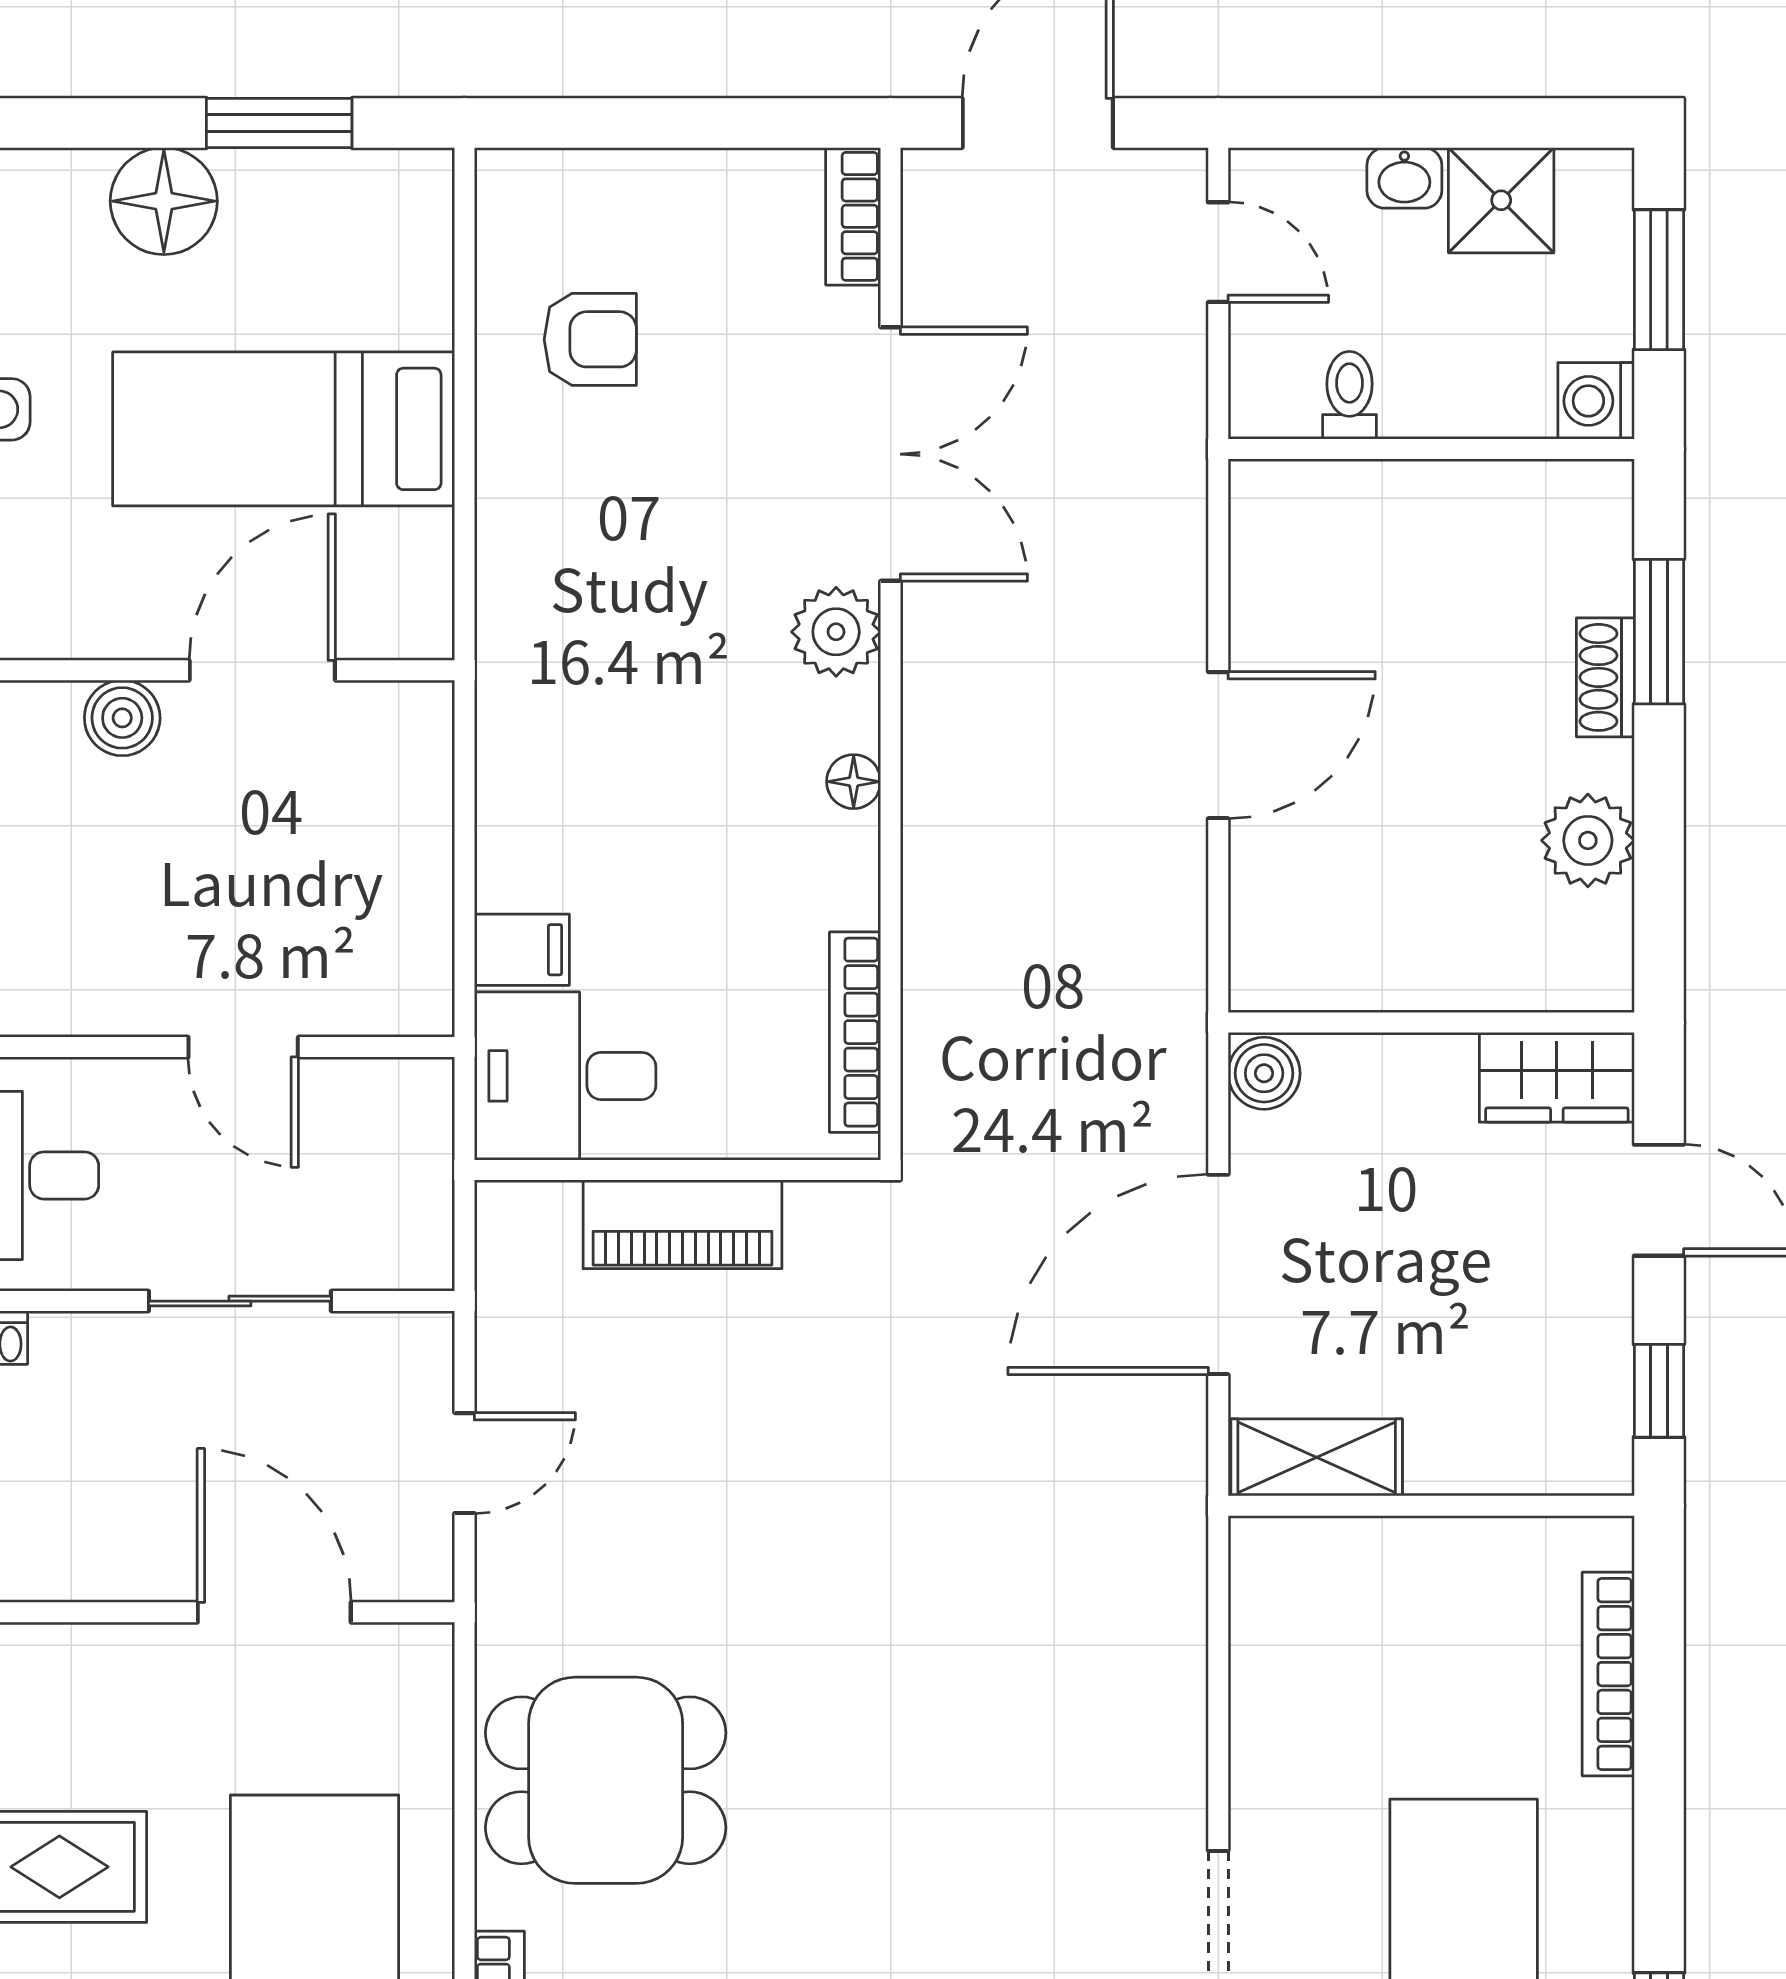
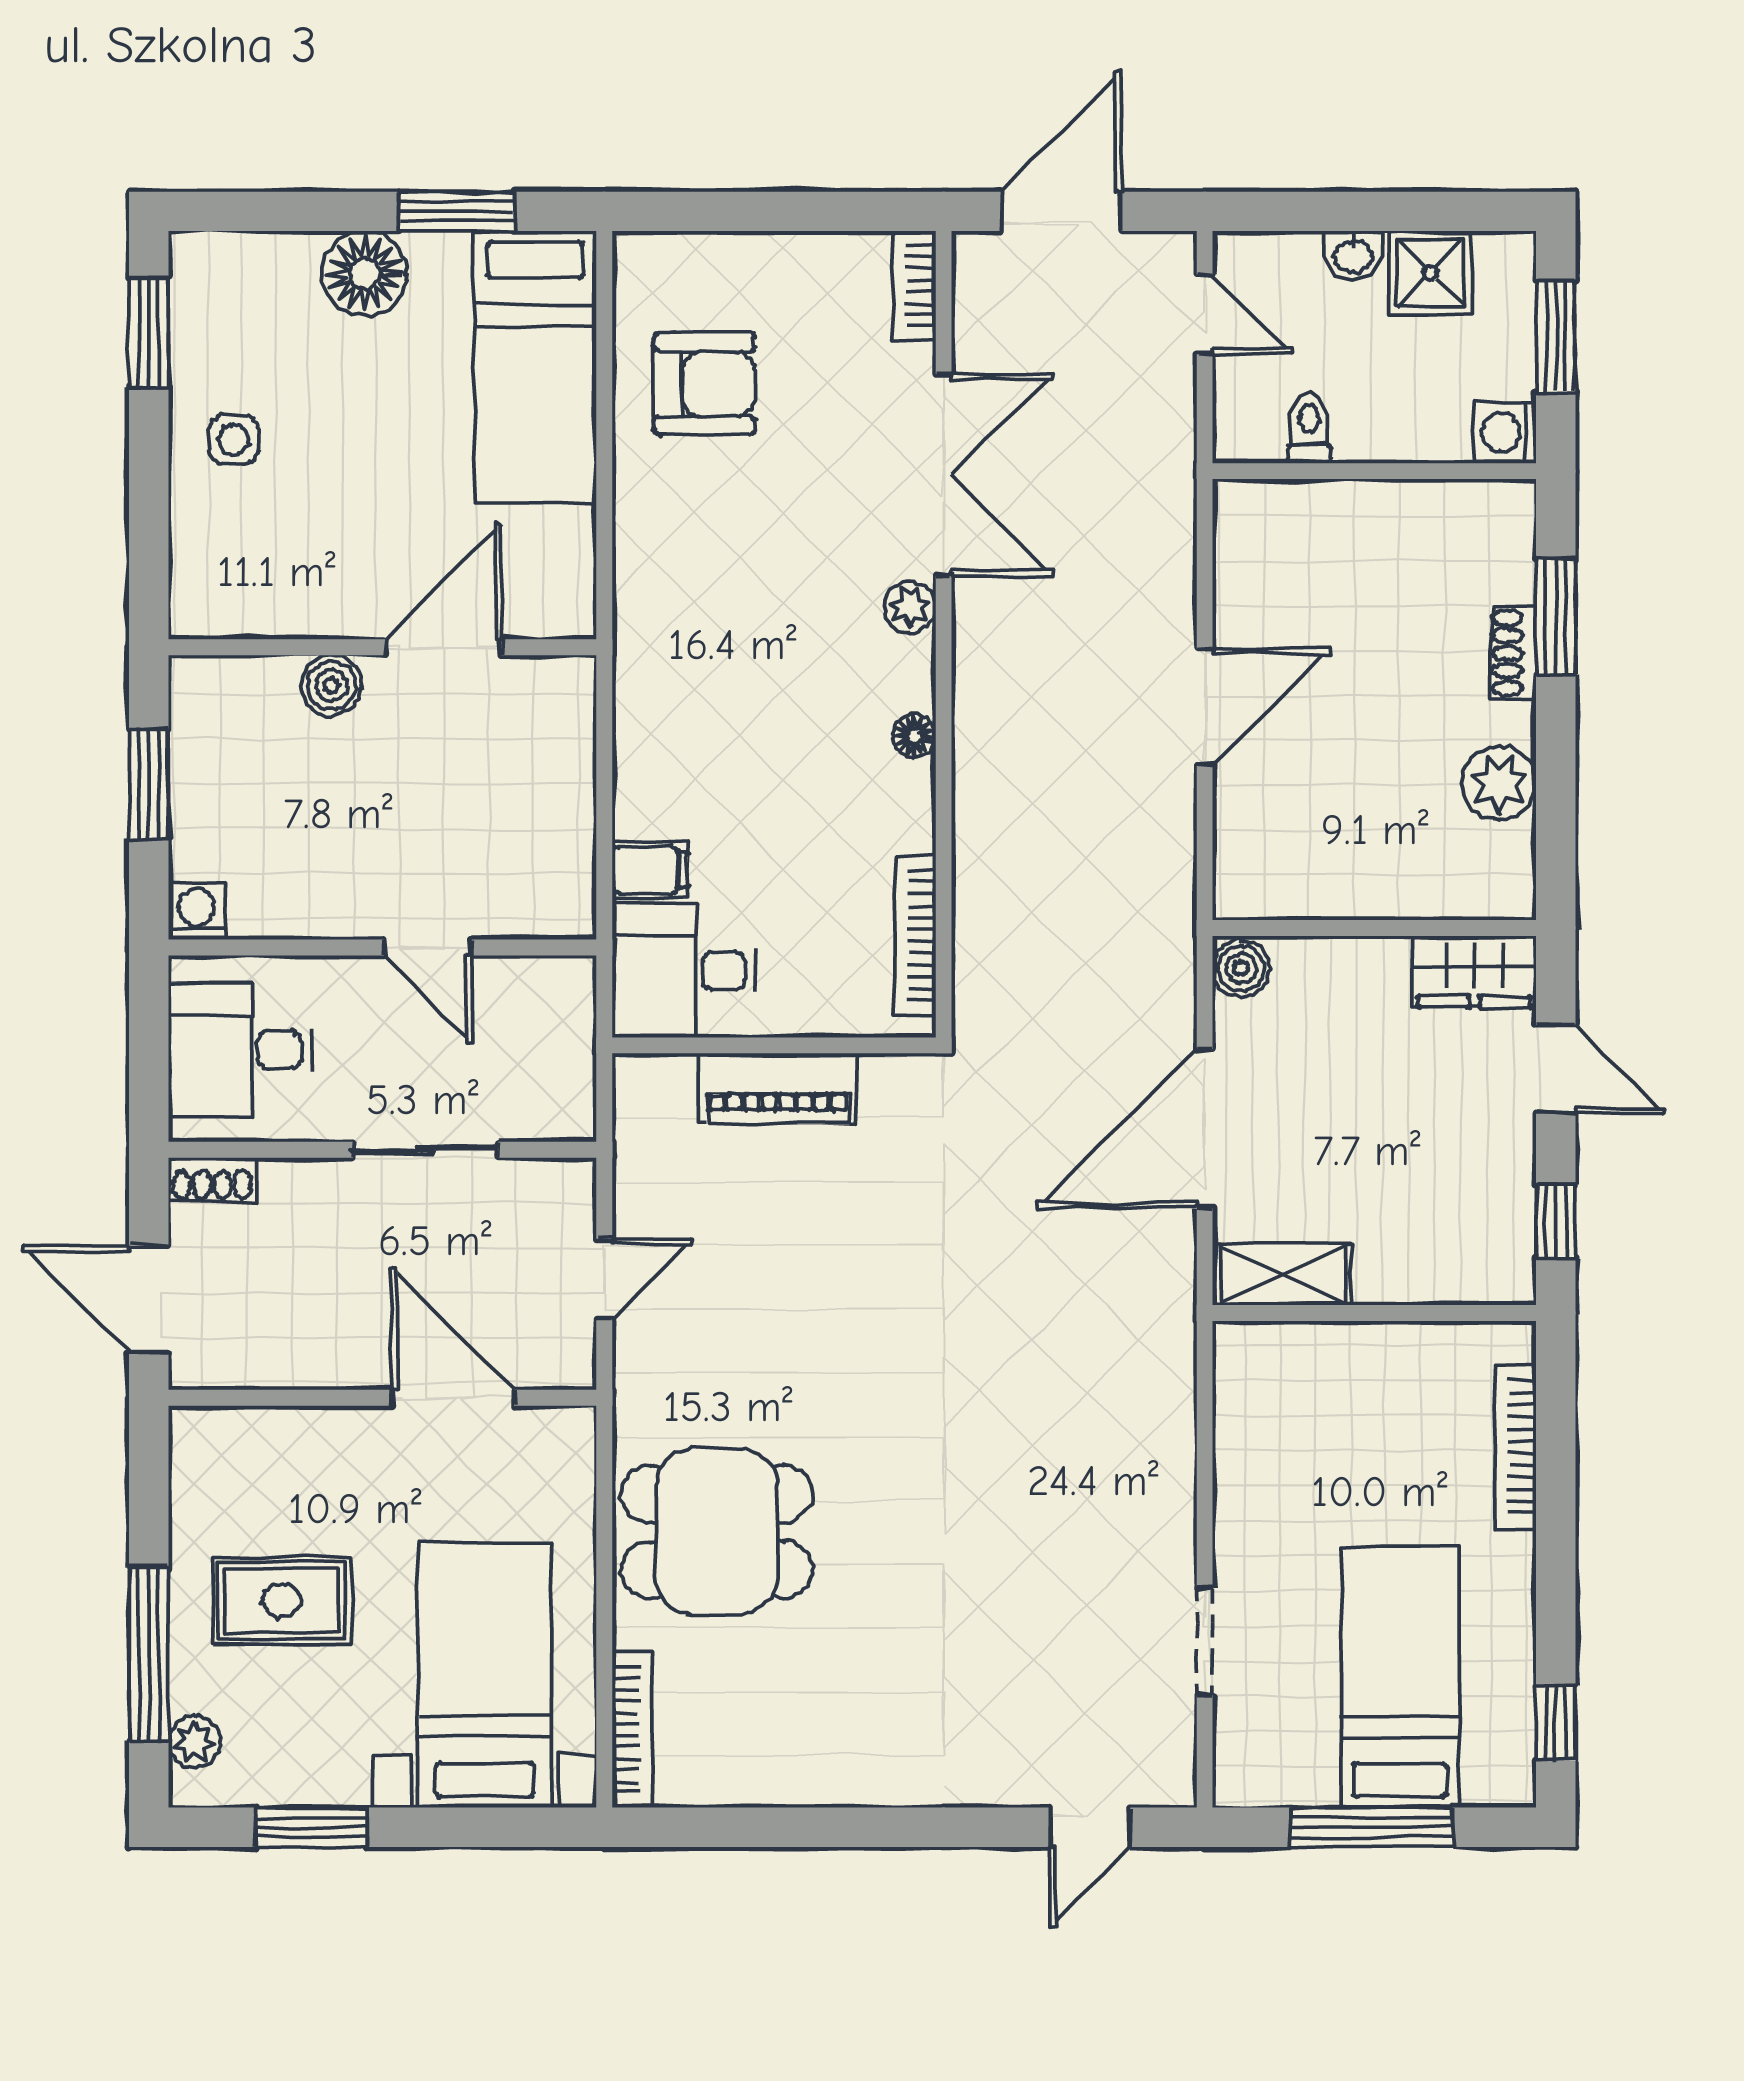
armchair: (590, 339) -> (704, 384), width x1.38, depth x1.38
bed: (284, 429) -> (535, 367), moved, turned -90
plant: (836, 632) -> (910, 607), width x0.73, depth x0.73

